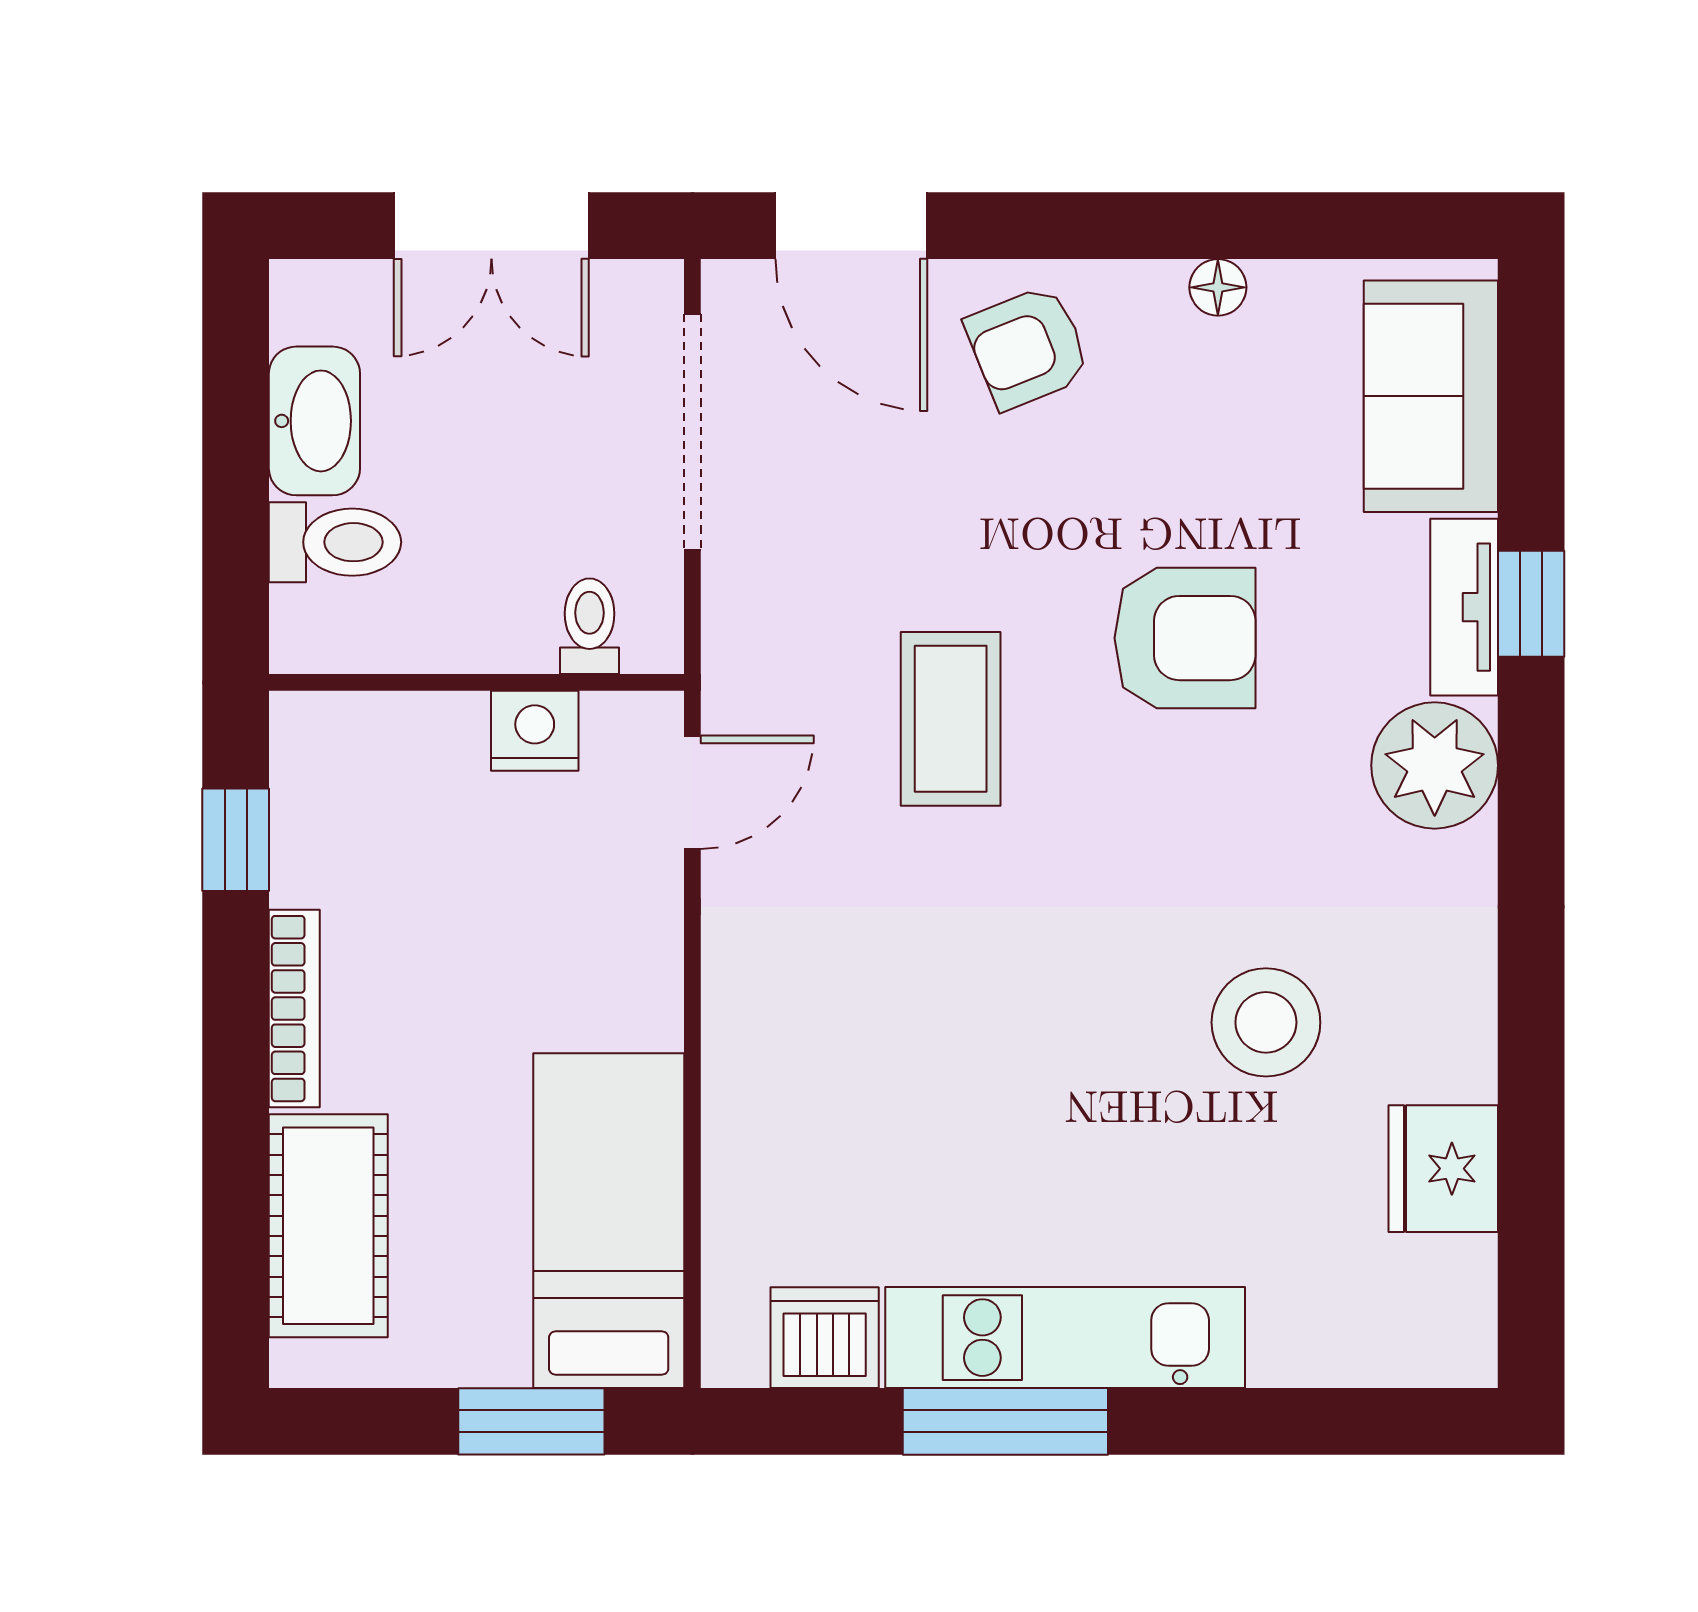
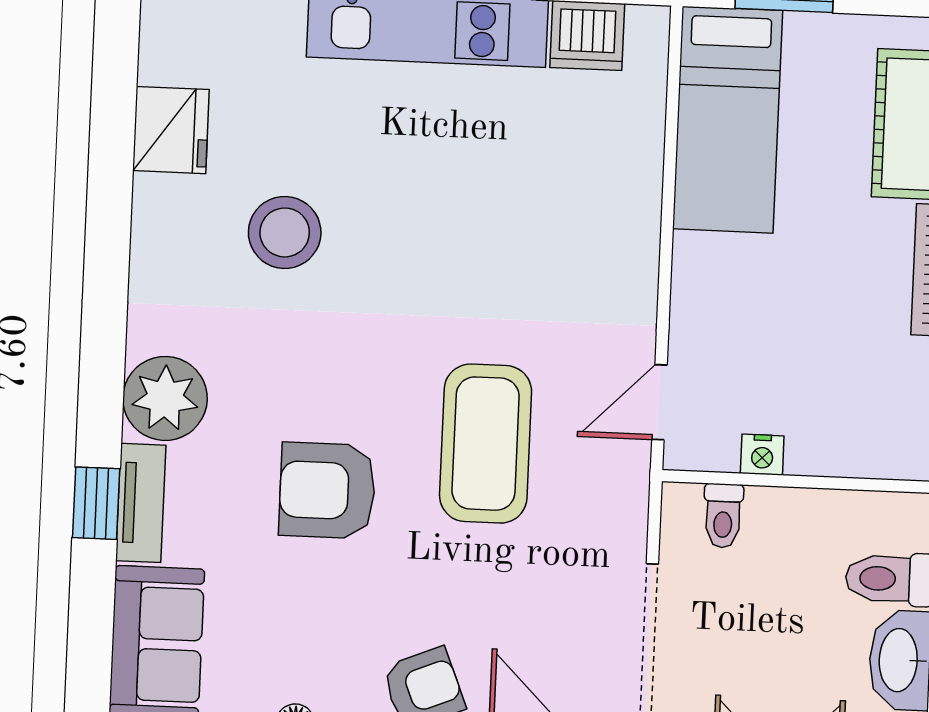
coffee table: (951, 719) -> (486, 444), width x1.36, depth x1.32
nightstand: (535, 731) -> (762, 455), width x0.72, depth x0.74

